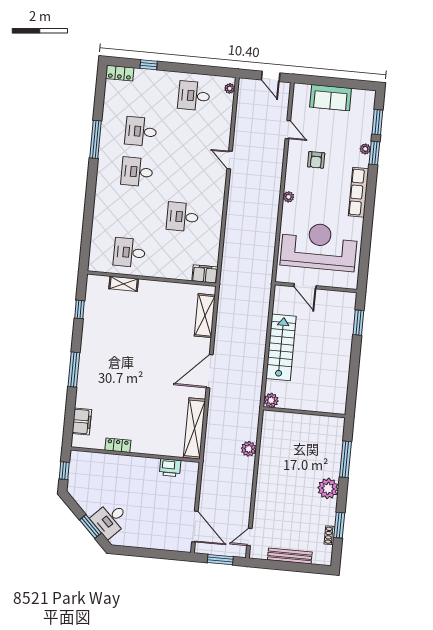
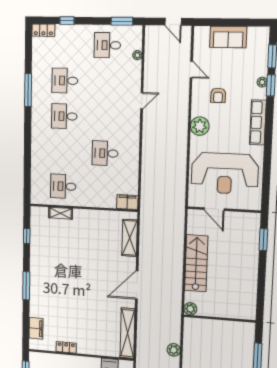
window: (213, 71) -> (122, 21), added
plant: (230, 88) -> (137, 55), moved
door: (230, 160) -> (142, 101), swing flipped
plant: (288, 197) -> (200, 126), width x1.87, depth x1.87
reception desk: (319, 246) -> (225, 173), turned 180

